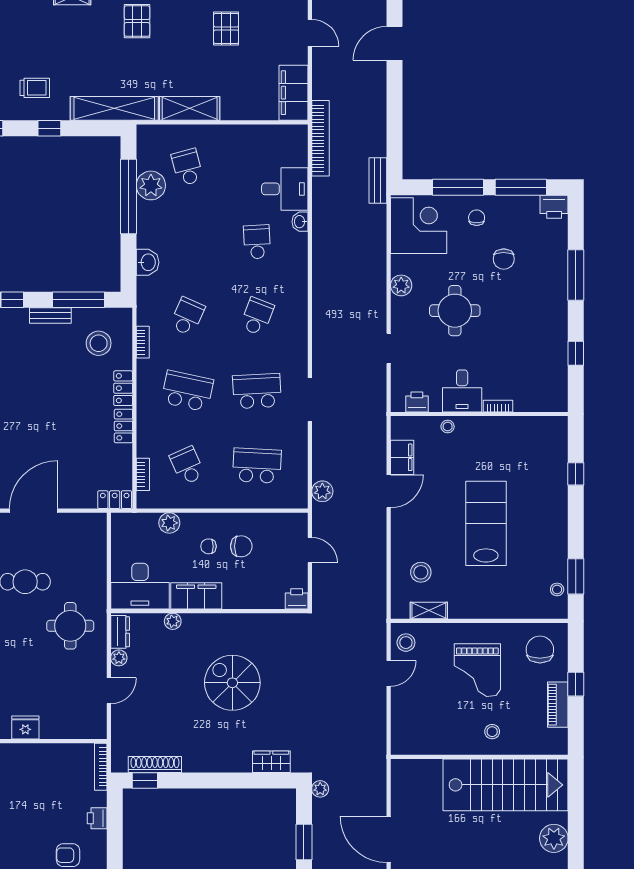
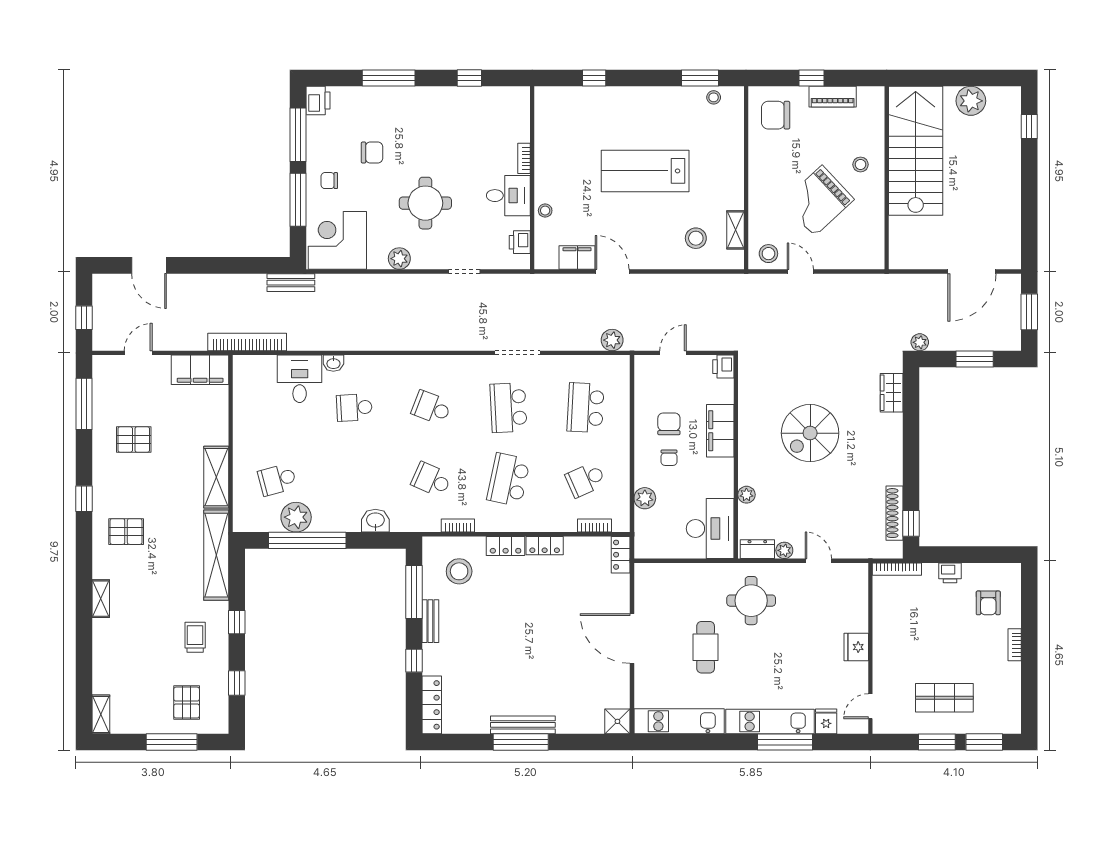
filing cabinet: (196, 596) -> (720, 431), moved
grand piano: (477, 670) -> (818, 201), moved, turned 137

